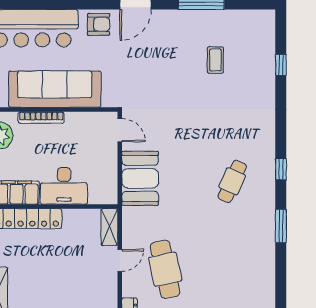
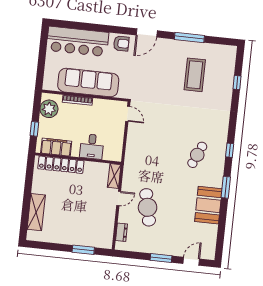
coffee table: (215, 60) -> (195, 75), width x1.86, depth x1.72
booth: (140, 178) -> (208, 205), moved
desk: (64, 186) -> (92, 147), width x0.73

